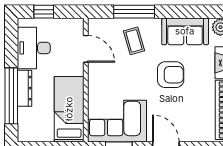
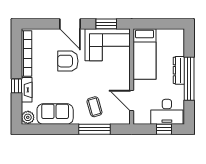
desk: (34, 48) -> (167, 112), moved, turned 90
armchair: (171, 75) -> (68, 61), moved
window: (11, 96) -> (189, 79), moved

